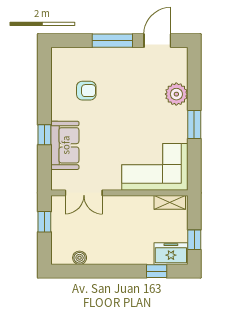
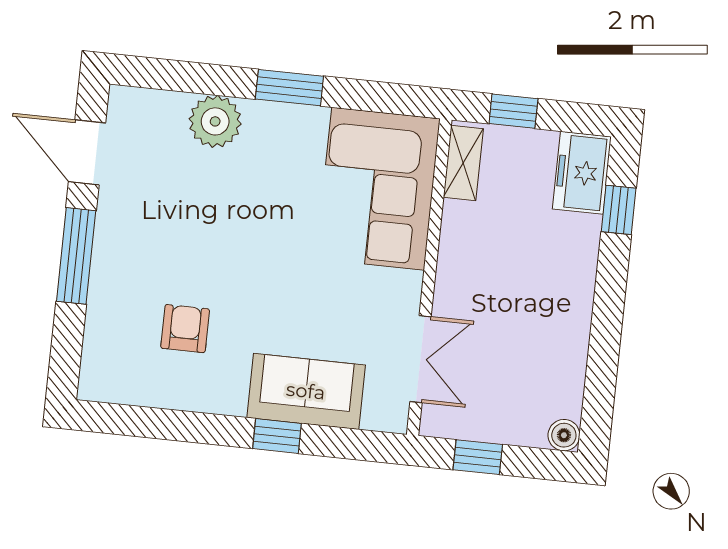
window: (194, 240) -> (513, 111), moved
boiler: (80, 258) -> (564, 435), moved

